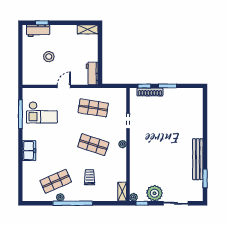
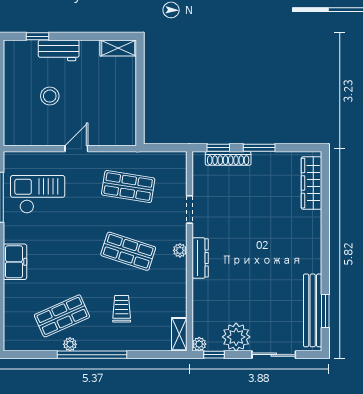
workbench: (38, 31) -> (59, 50), moved
workbench: (92, 73) -> (126, 126), removed
wardrobe: (197, 106) -> (312, 183), added
checkout: (42, 112) -> (38, 194), turned 180
dresser: (134, 148) -> (200, 258), added
bench: (198, 159) -> (313, 310), moved

